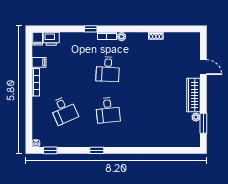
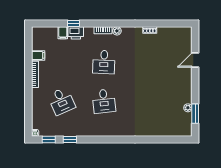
window: (91, 29) -> (73, 23), moved
filing cabinet: (38, 39) -> (63, 33), moved
printer: (51, 39) -> (76, 33), moved
door: (203, 67) -> (195, 60), swing flipped
wardrobe: (194, 95) -> (186, 87), removed
window: (97, 150) -> (70, 140), moved

